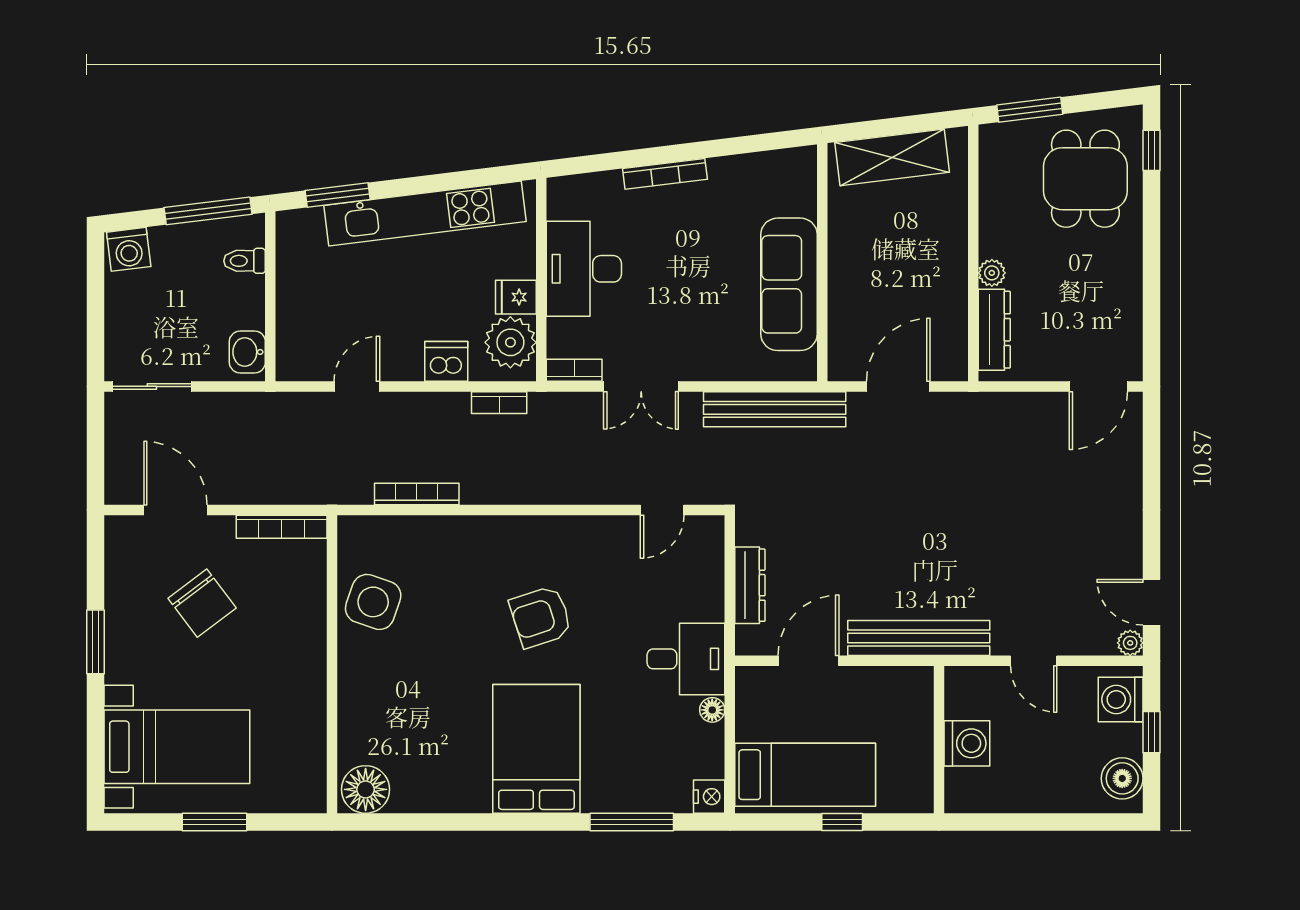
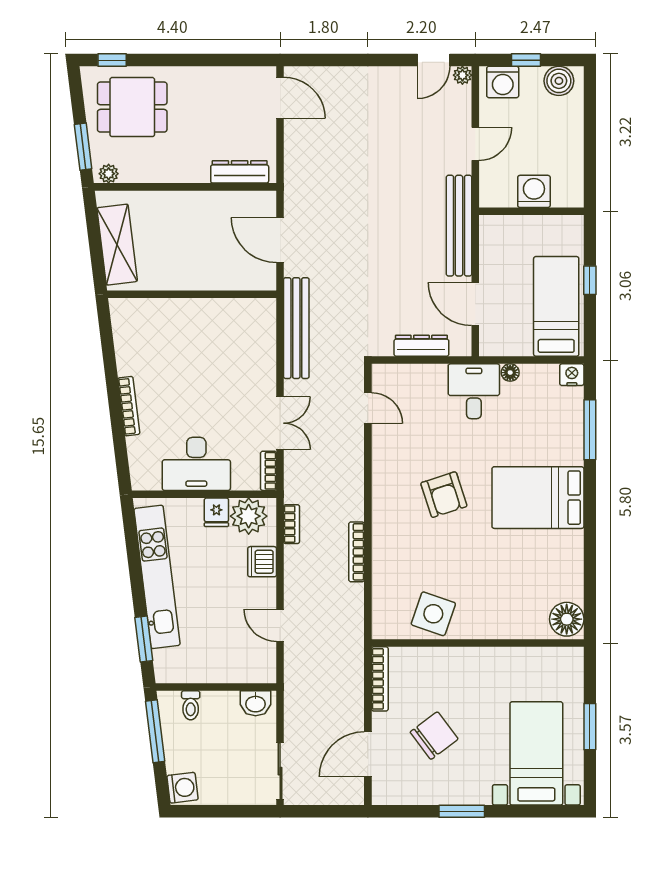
plant: (992, 273) -> (109, 174), moved
sofa: (789, 284) -> (207, 318), removed
bookcase: (417, 494) -> (357, 552), moved

